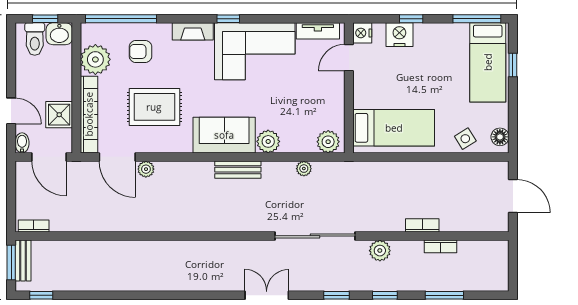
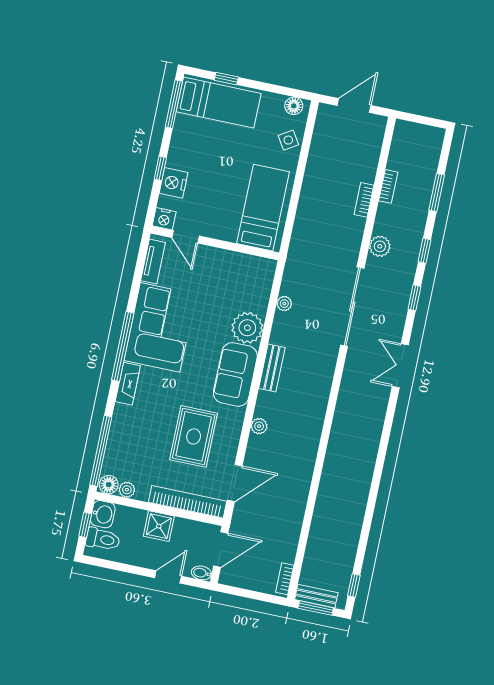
window: (228, 19) -> (123, 346), width x3.17
floor lamp: (90, 33) -> (109, 485), added
armchair: (140, 51) -> (137, 439), removed
plant: (95, 59) -> (127, 490), width x0.53, depth x0.53
shower: (59, 115) -> (159, 526), moved
plant: (268, 141) -> (247, 328), width x1.36, depth x1.36
plant: (328, 142) -> (263, 274), removed
plant: (146, 169) -> (259, 426), moved

